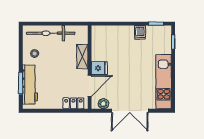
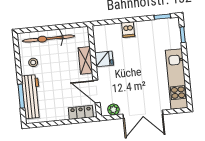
dishwasher: (140, 32) -> (128, 30), moved
fridge: (99, 68) -> (104, 59), moved
door: (90, 86) -> (97, 91), swing flipped

